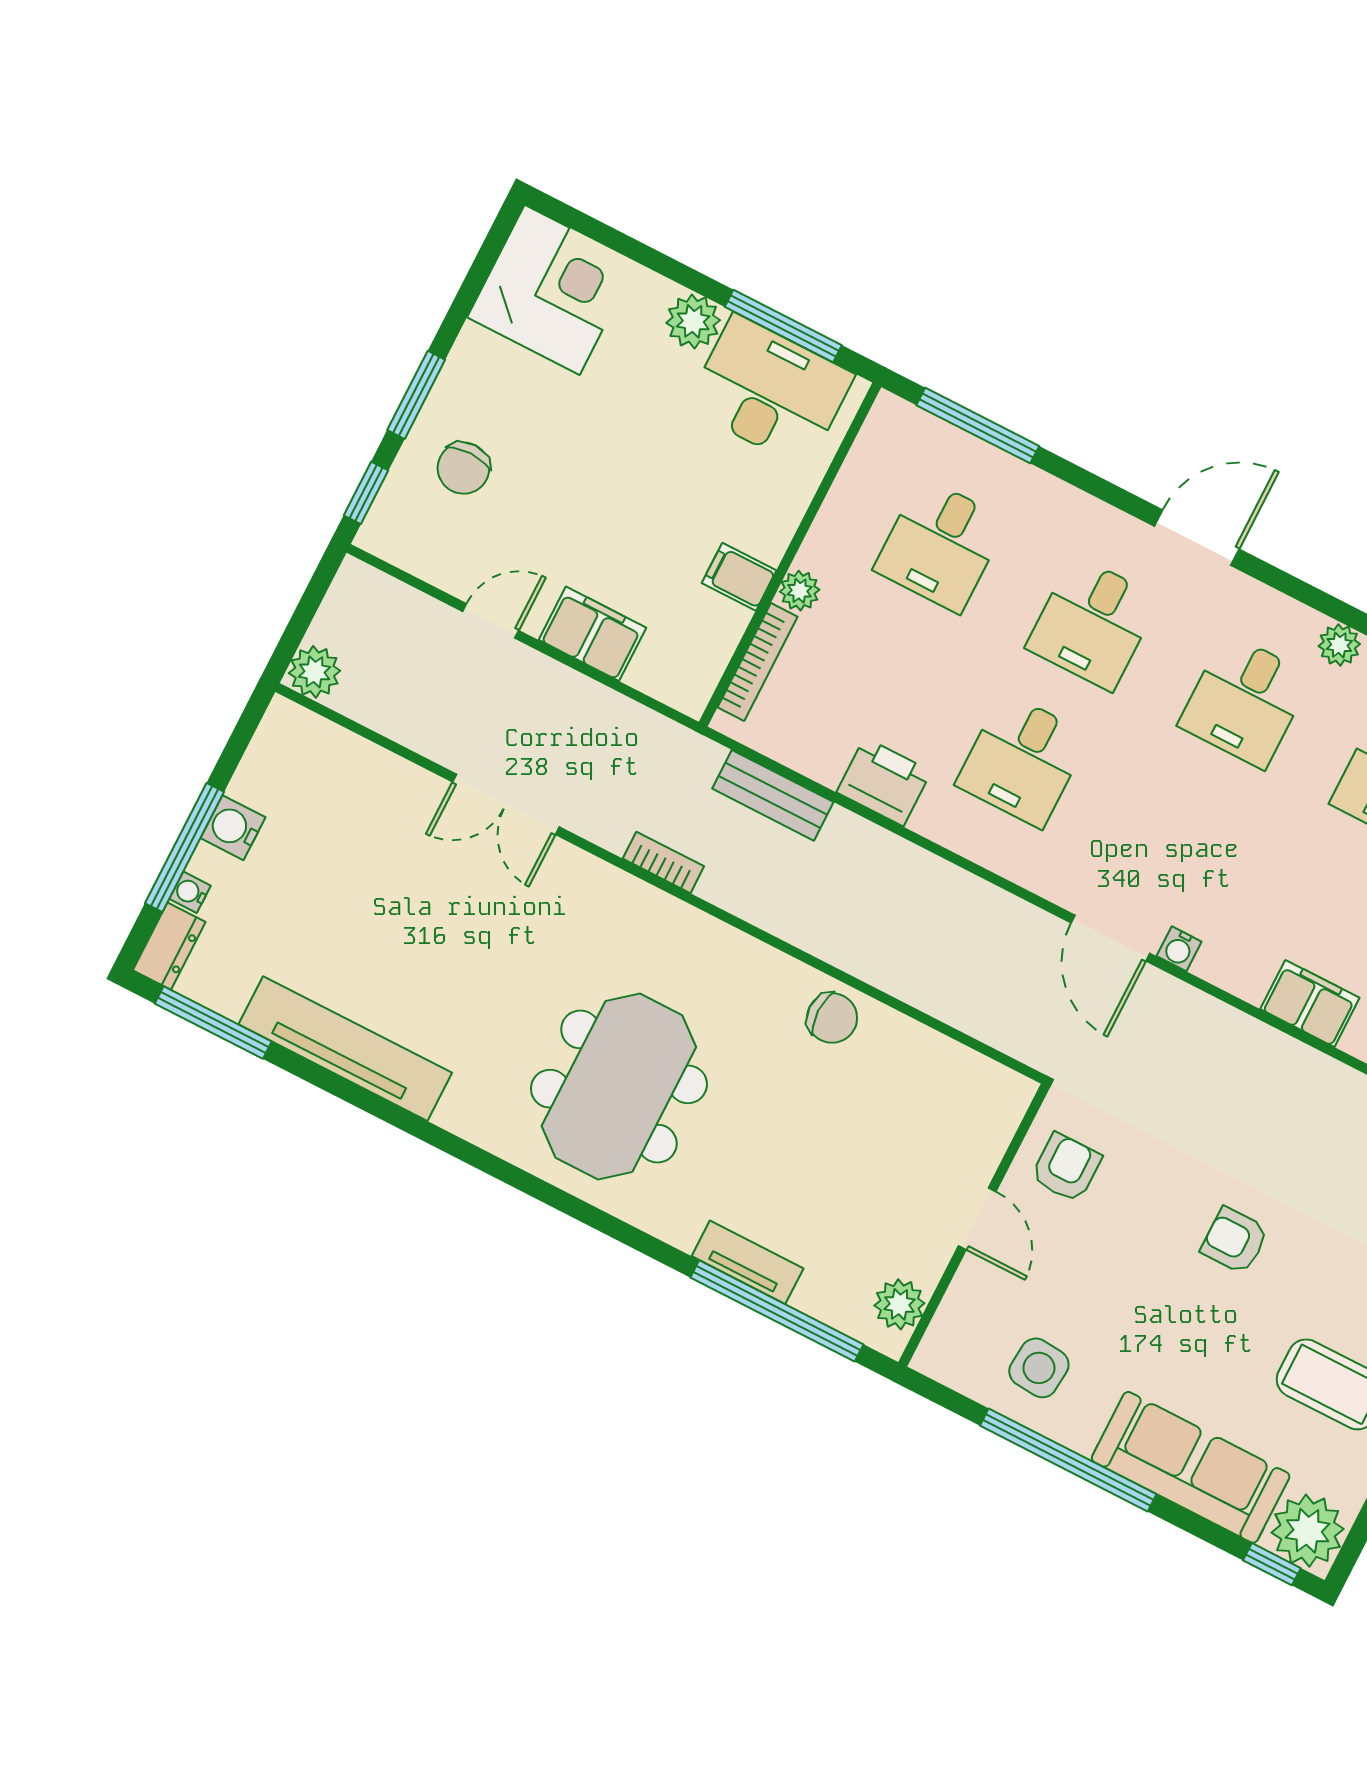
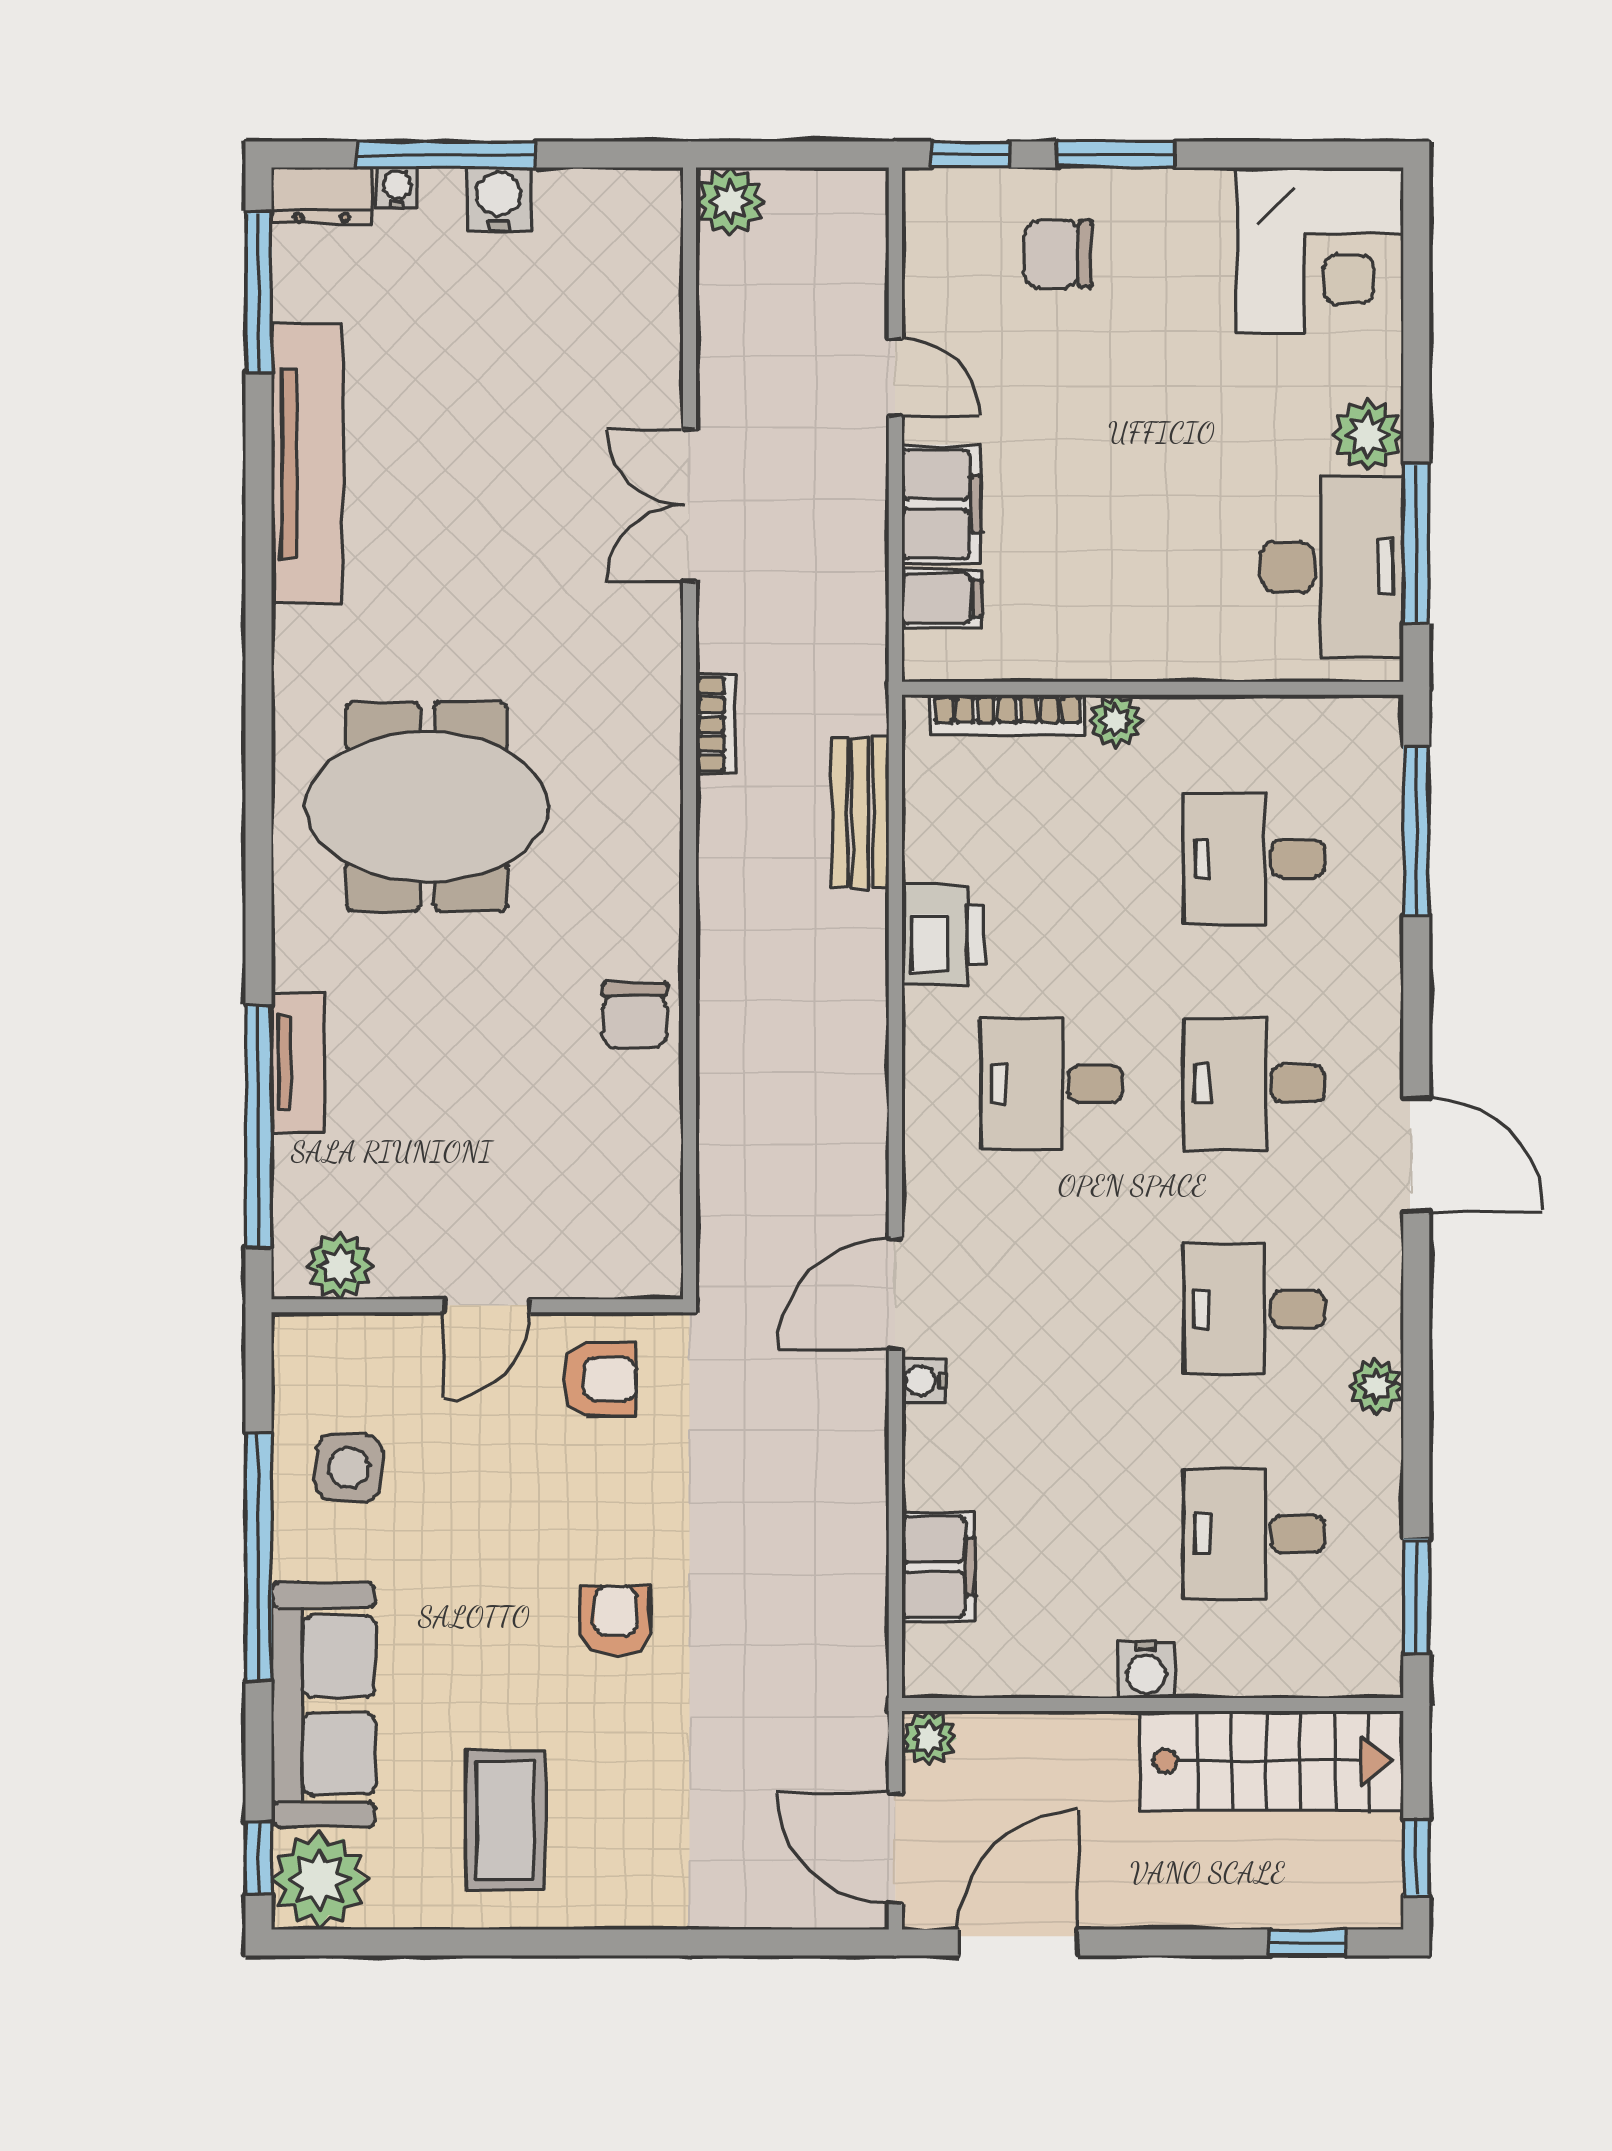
filing cabinet: (739, 577) -> (942, 599), moved, turned 90

